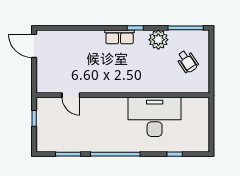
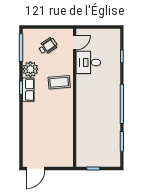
row of seats: (120, 37) -> (28, 90), moved
coffee table: (142, 76) -> (59, 82), added
door: (71, 95) -> (75, 43), moved
desk: (155, 117) -> (88, 62), width x0.53, depth x0.77

